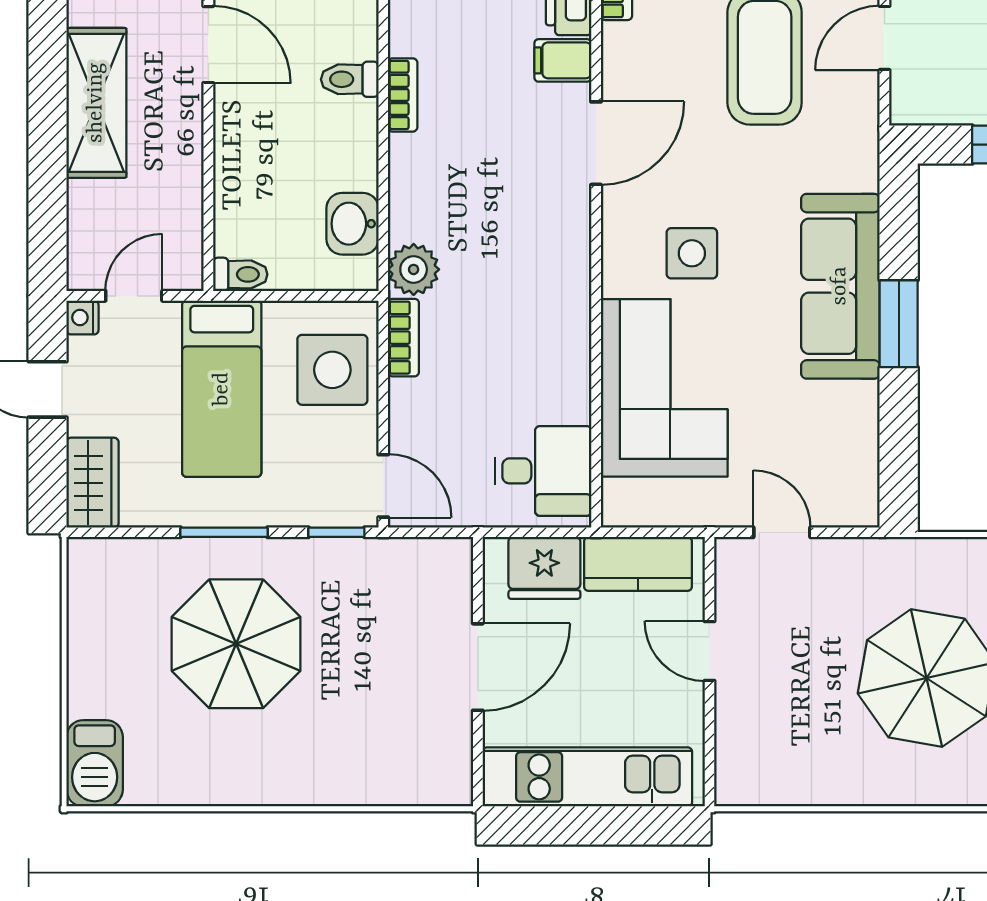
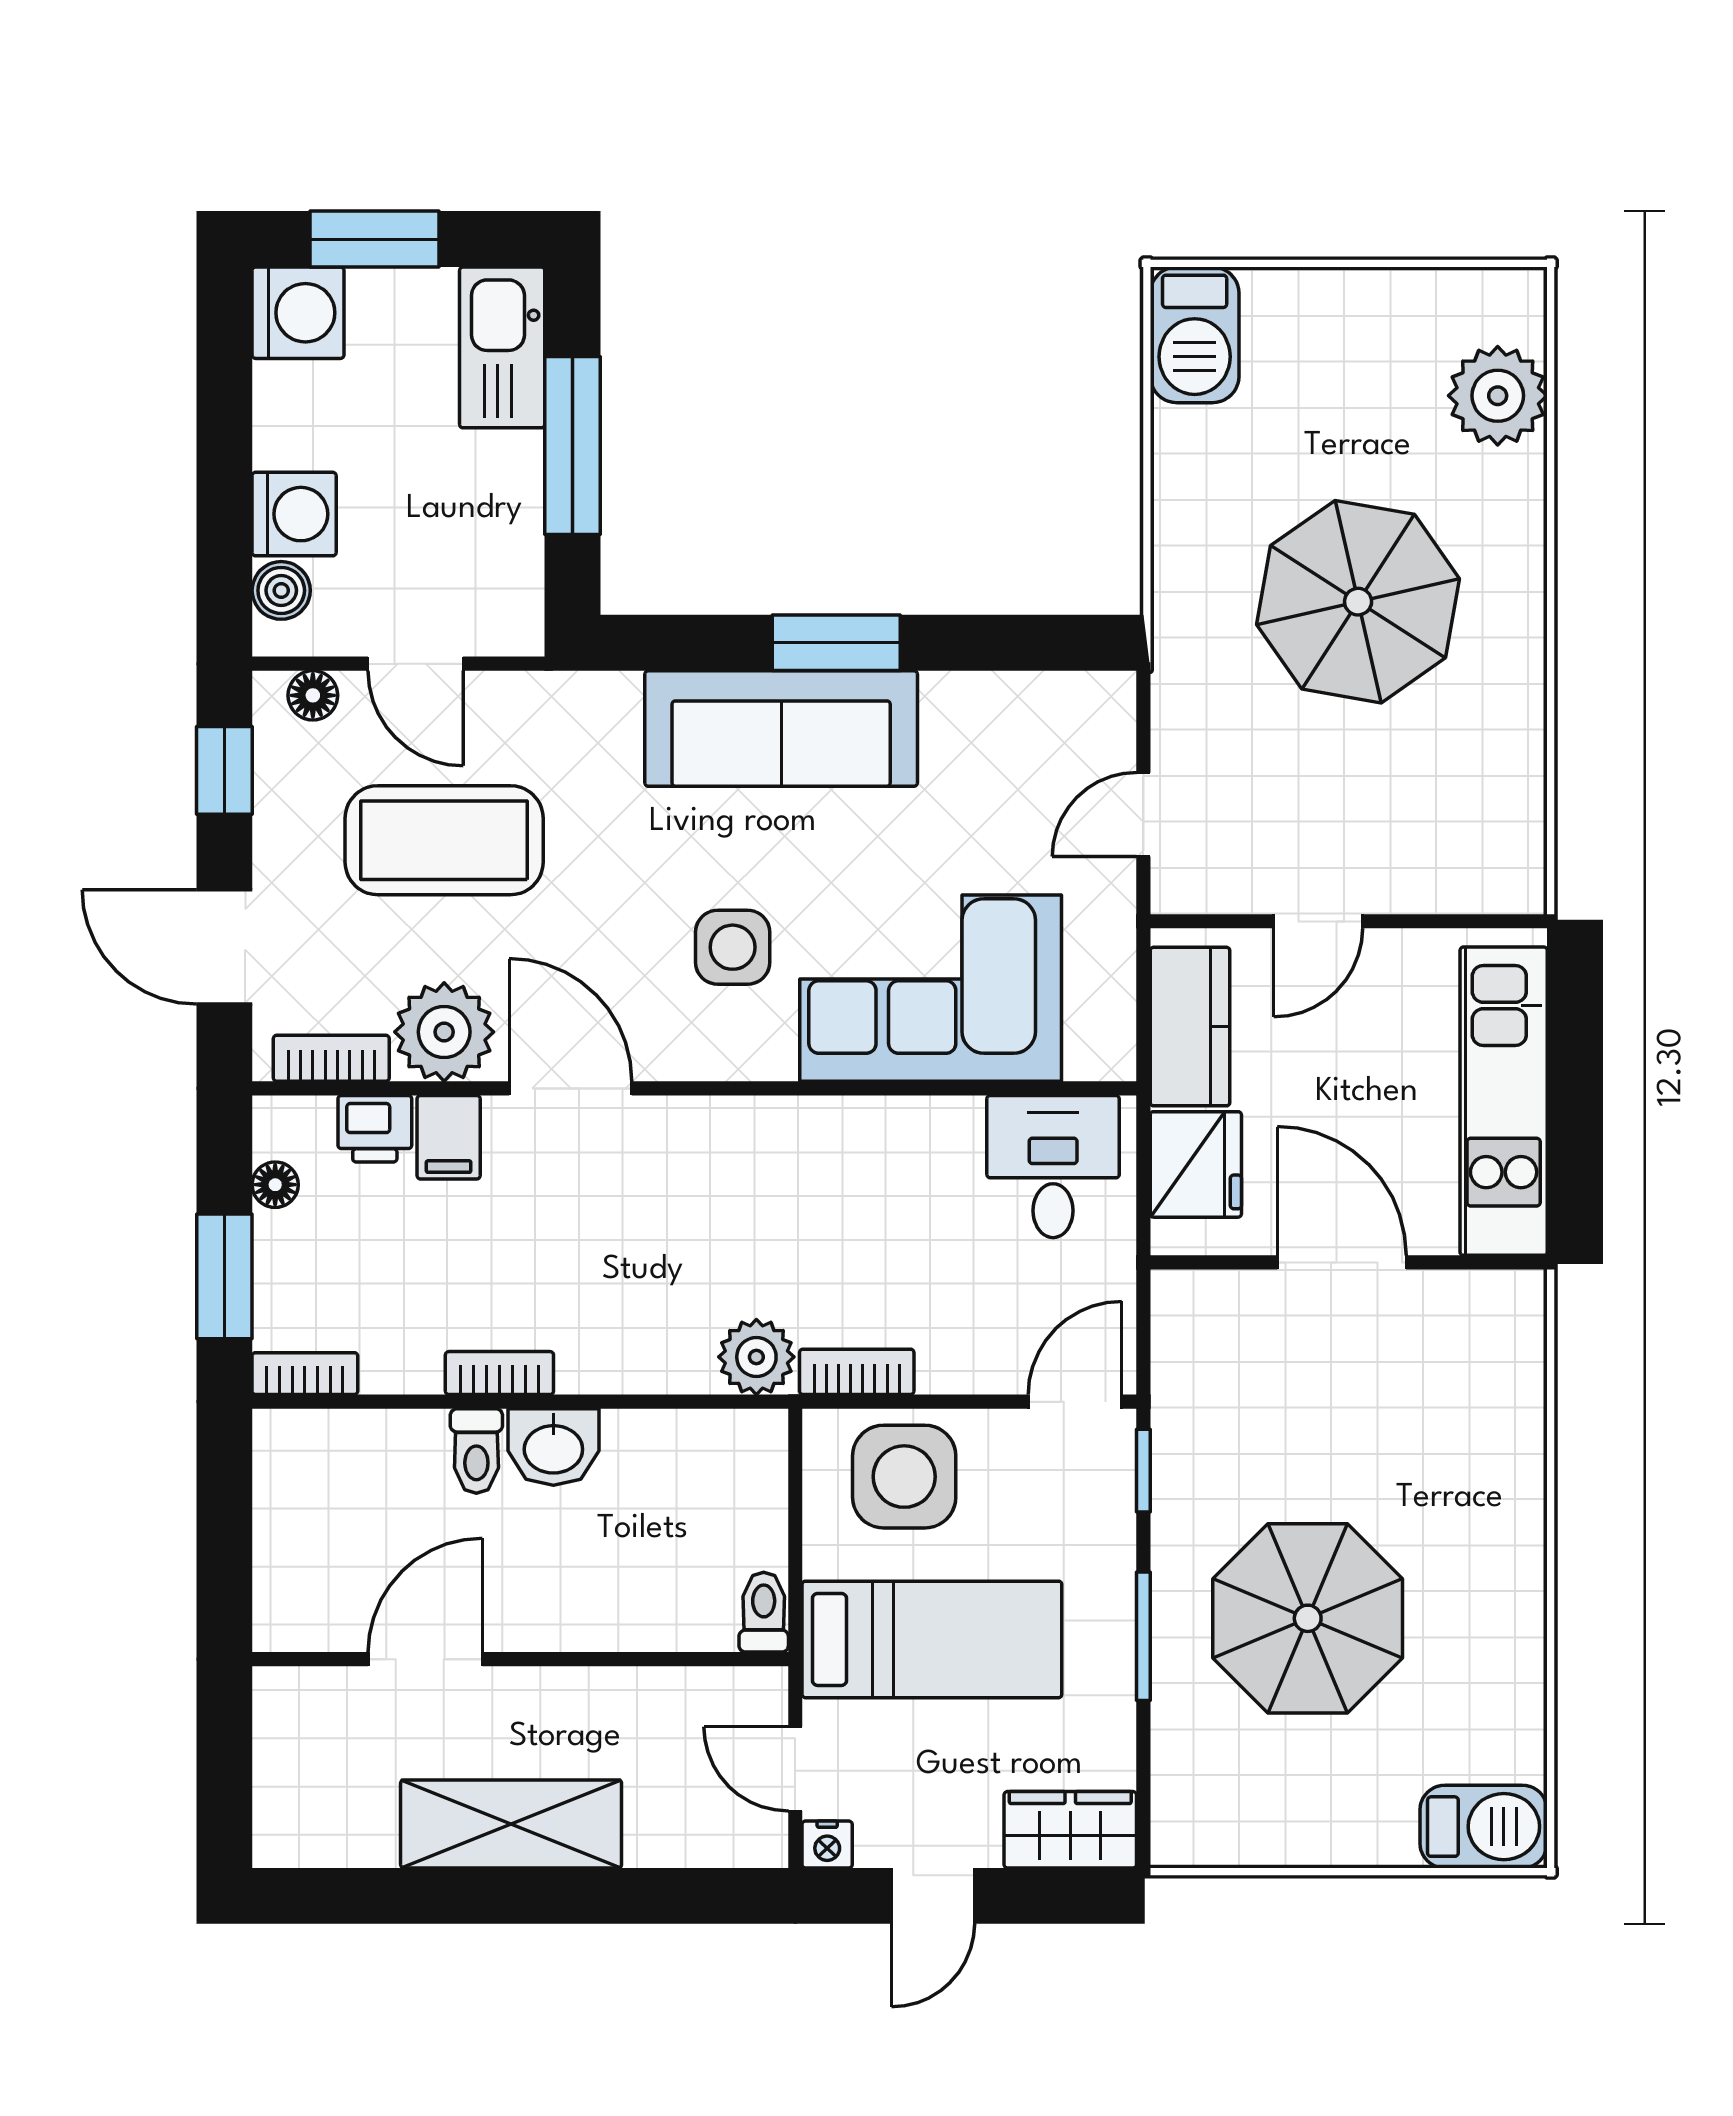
plant: (634, 57) -> (444, 1032), added
washbasin: (352, 224) -> (553, 1447), moved

